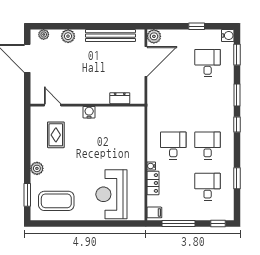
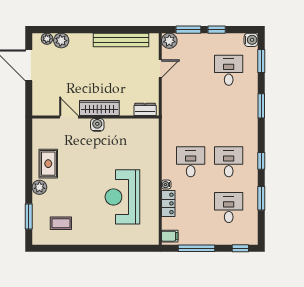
window: (171, 26) -> (188, 30), added
plant: (68, 36) -> (61, 41), moved
door: (146, 62) -> (160, 69), width x0.53
wardrobe: (91, 97) -> (99, 108), added
dresser: (120, 98) -> (145, 109), moved
door: (53, 105) -> (69, 117), moved
window: (237, 125) -> (261, 161), moved
rug: (56, 135) -> (48, 164), moved
reception desk: (111, 194) -> (122, 197), moved
coffee table: (56, 201) -> (61, 223), width x0.54, depth x0.58

